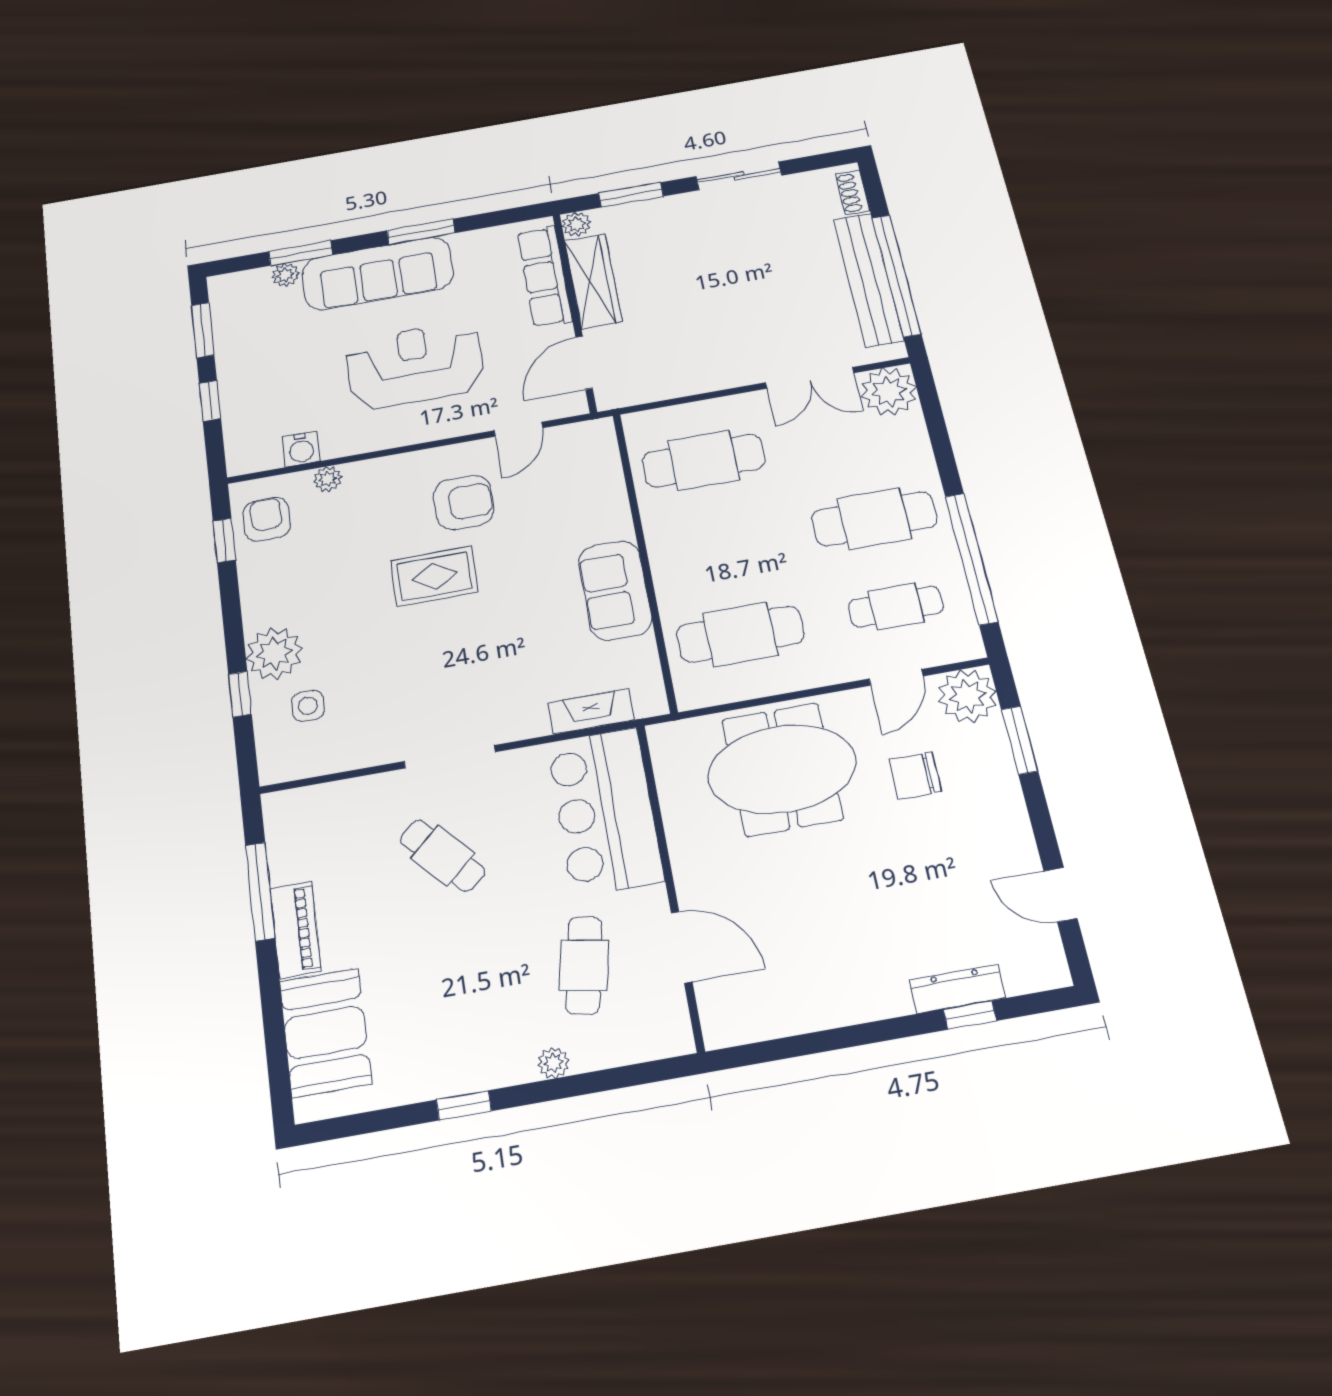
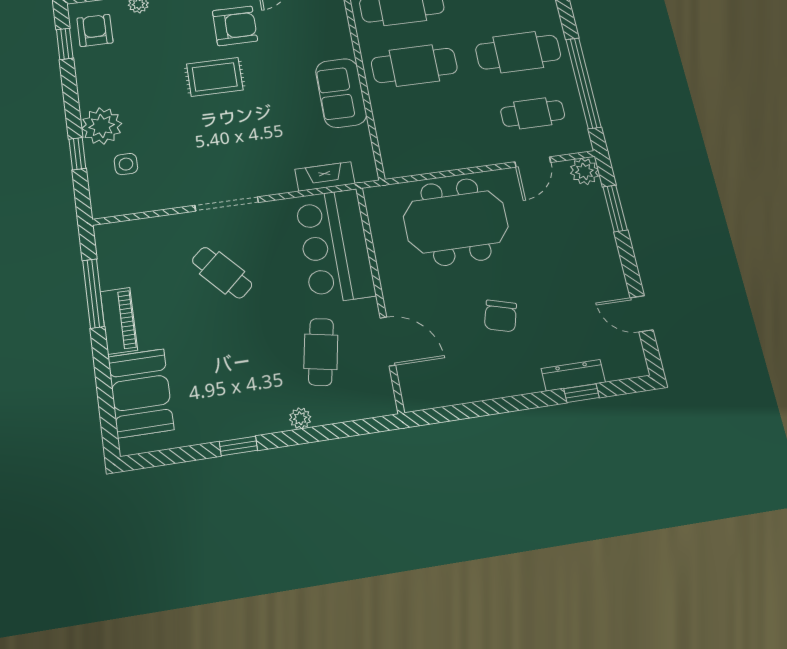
cafe table: (740, 634) -> (414, 65), moved
plant: (967, 696) -> (584, 171), width x0.73, depth x0.73
chair: (915, 775) -> (501, 316), moved, turned -74

